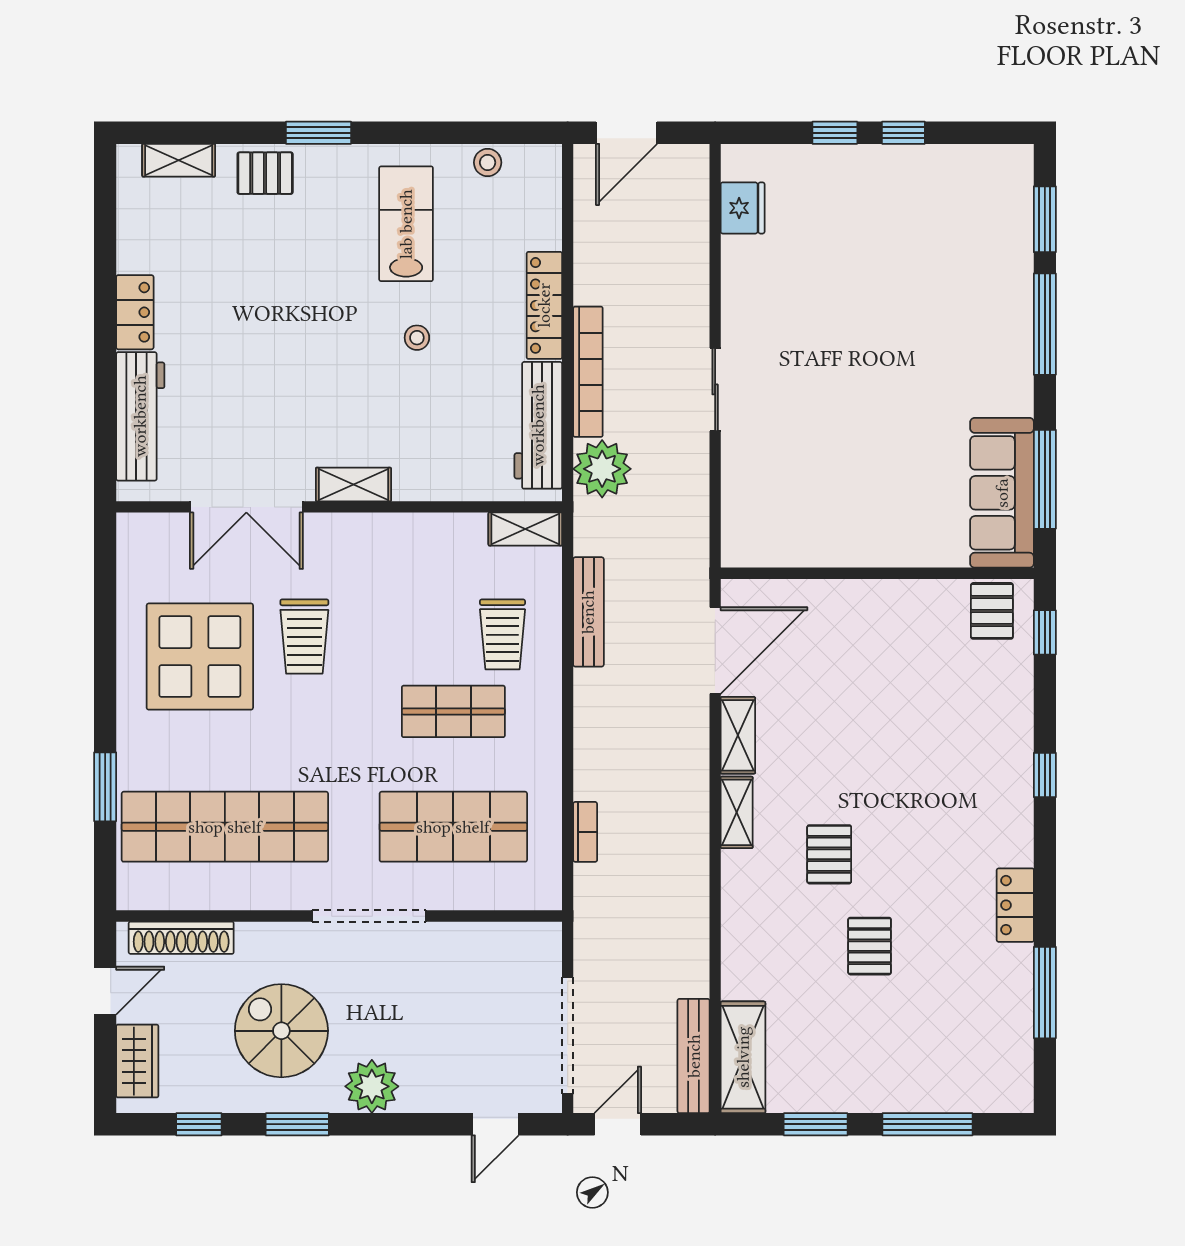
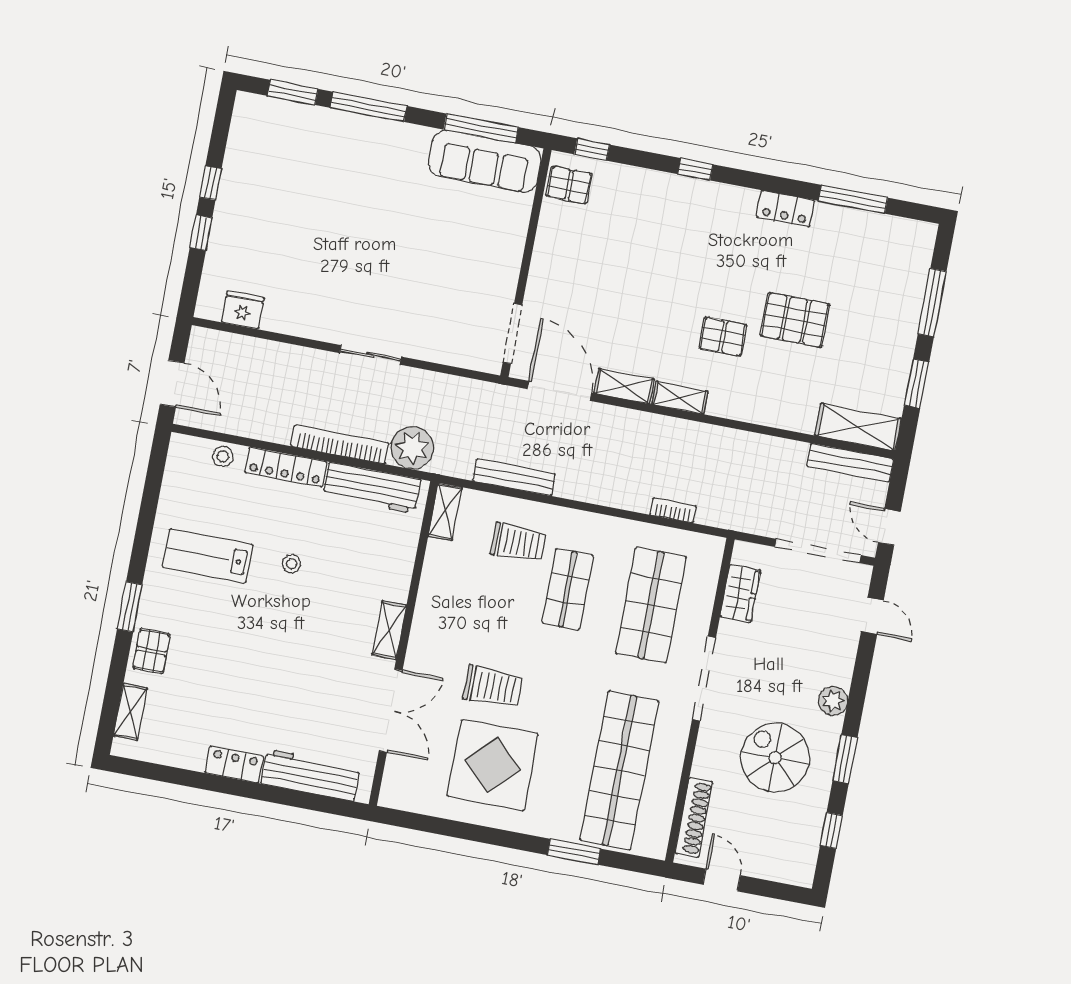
stool: (488, 162) -> (223, 457), moved
doorway: (780, 573) -> (512, 334), added
pallet: (870, 946) -> (795, 320), width x1.50, depth x1.42
spiral stairs: (281, 1031) -> (775, 758), turned 90
wardrobe: (137, 1061) -> (740, 593), moved, turned 90
plant: (372, 1086) -> (833, 701), width x0.73, depth x0.73

